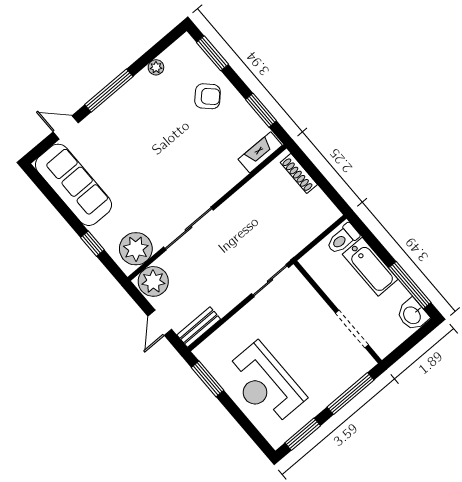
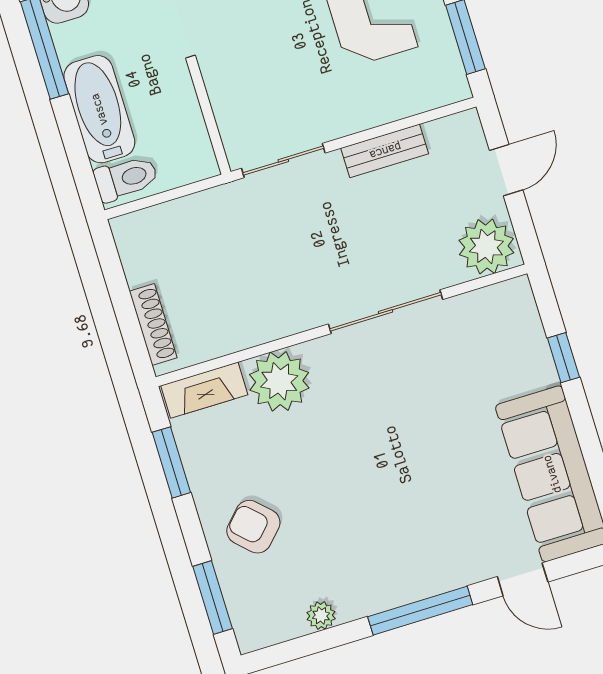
plant: (136, 249) -> (279, 381), moved
bench: (199, 327) -> (385, 151), moved

